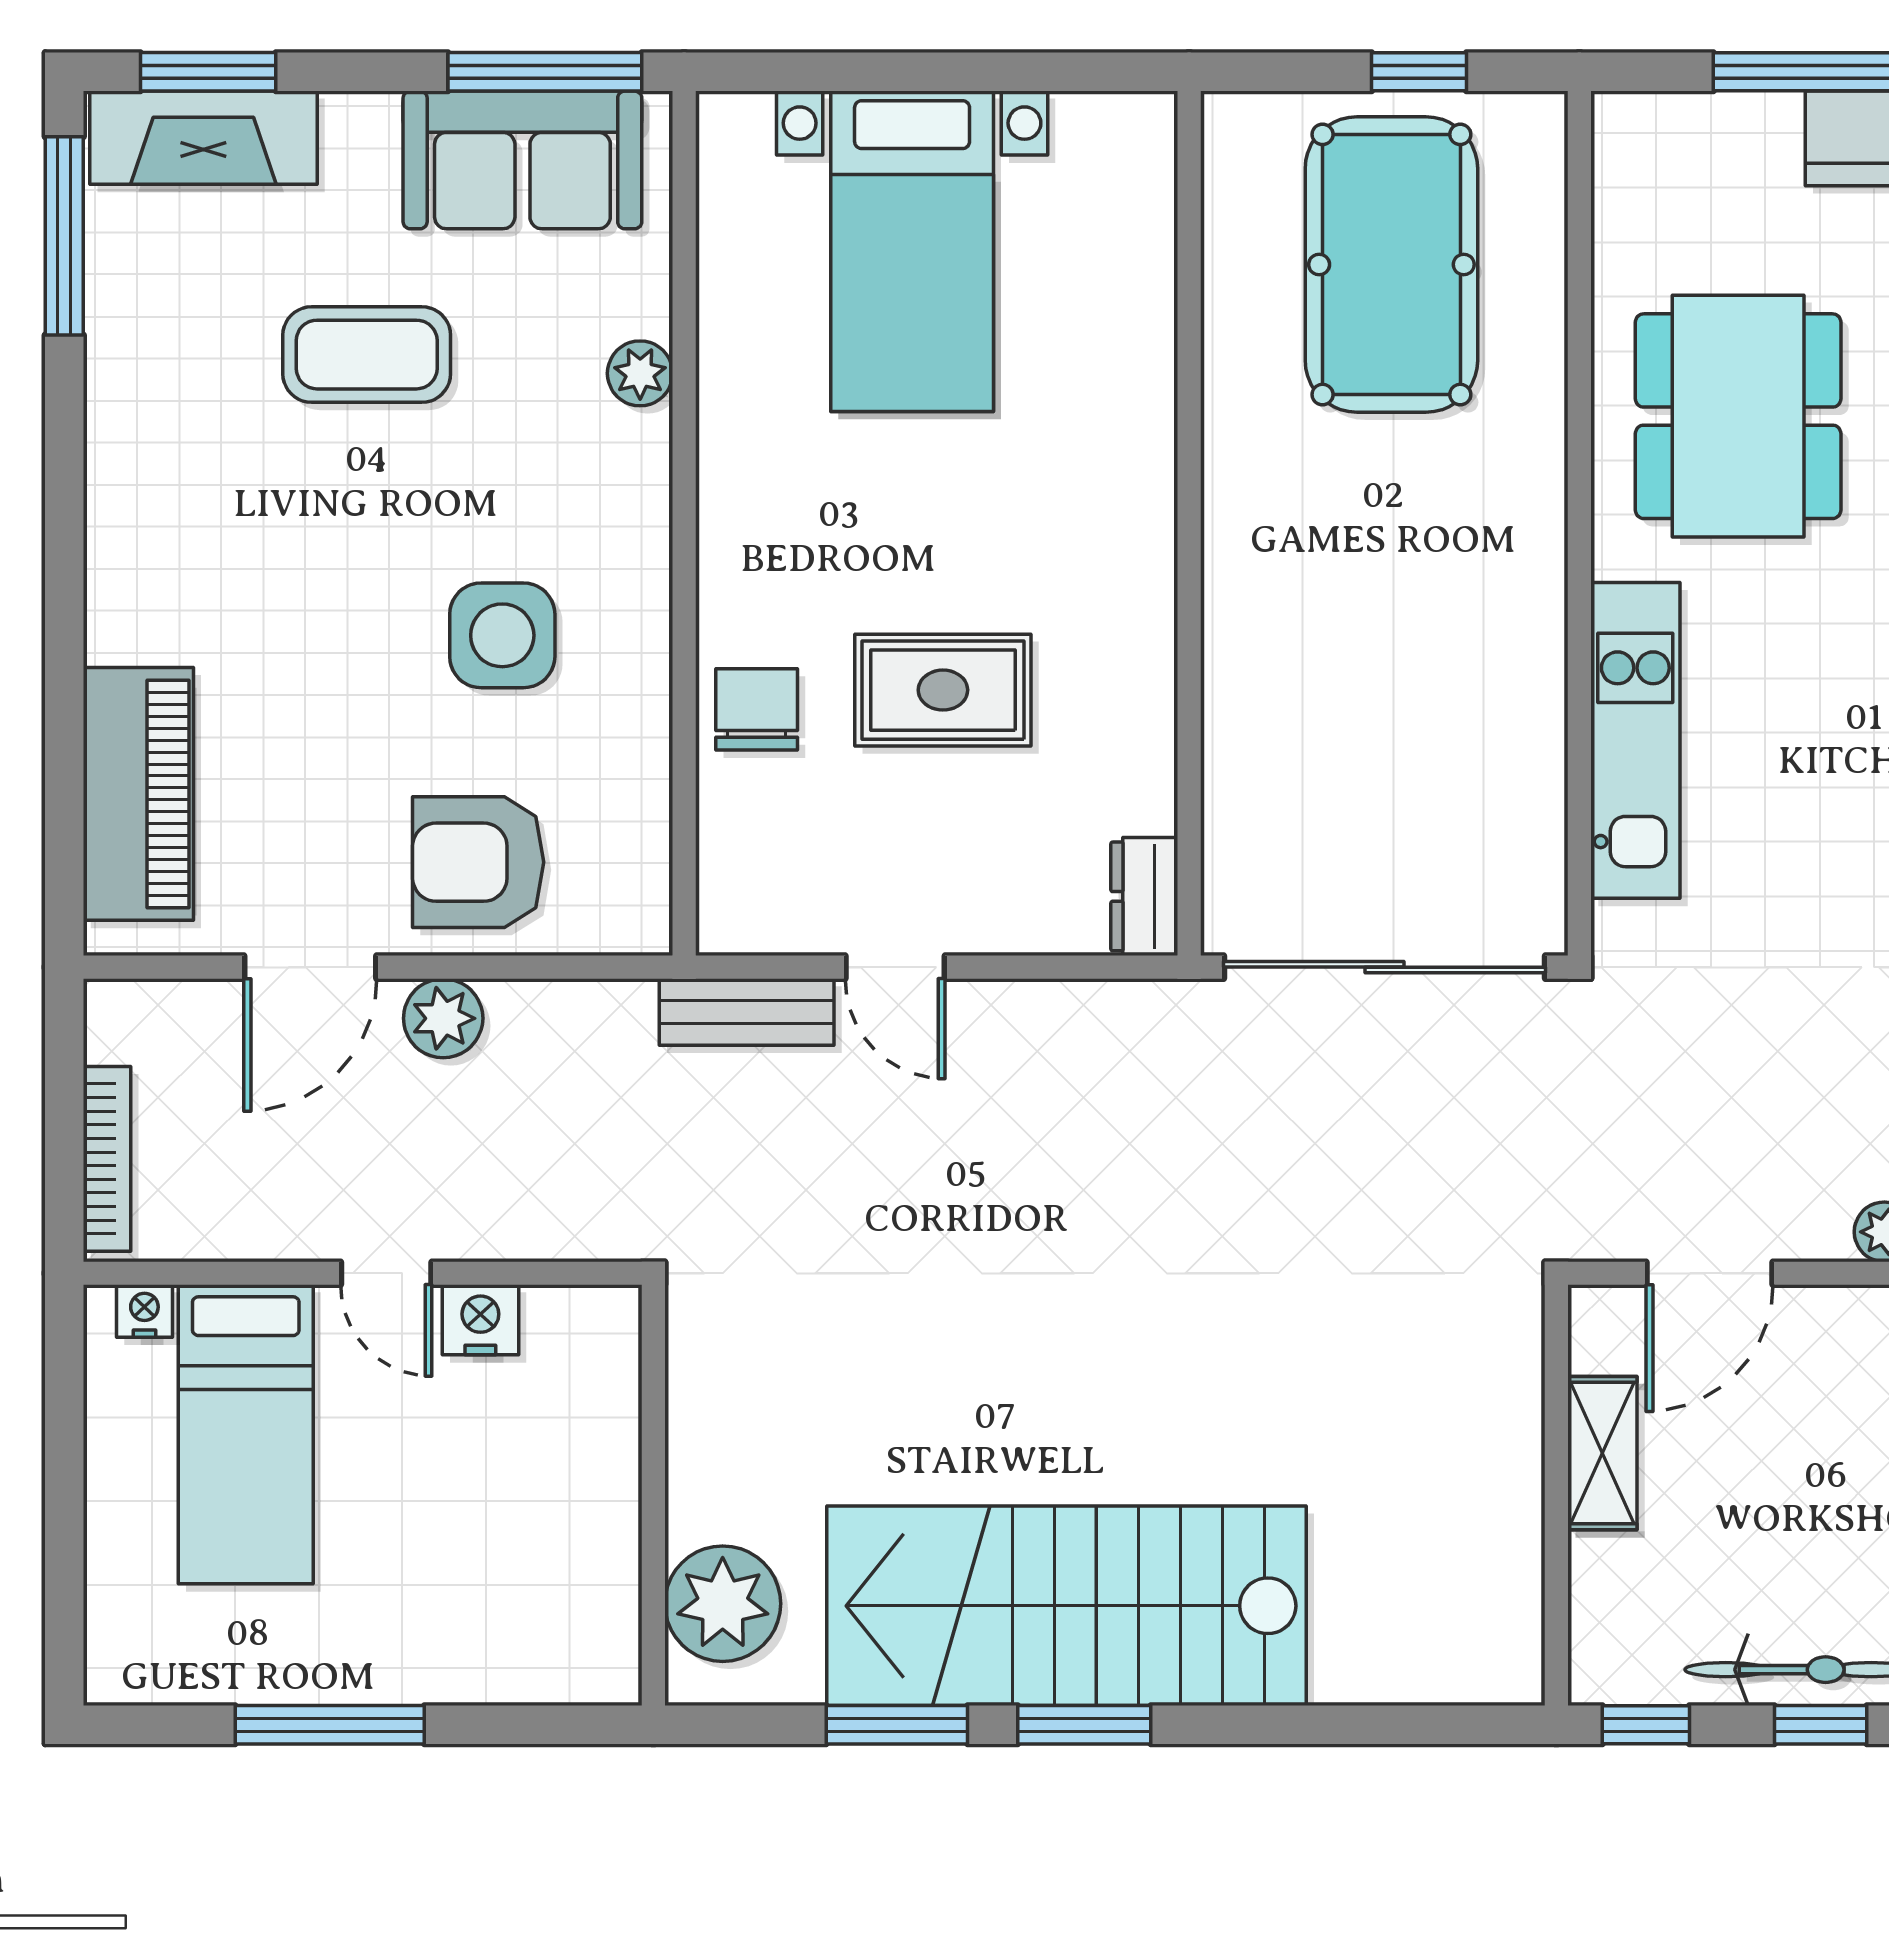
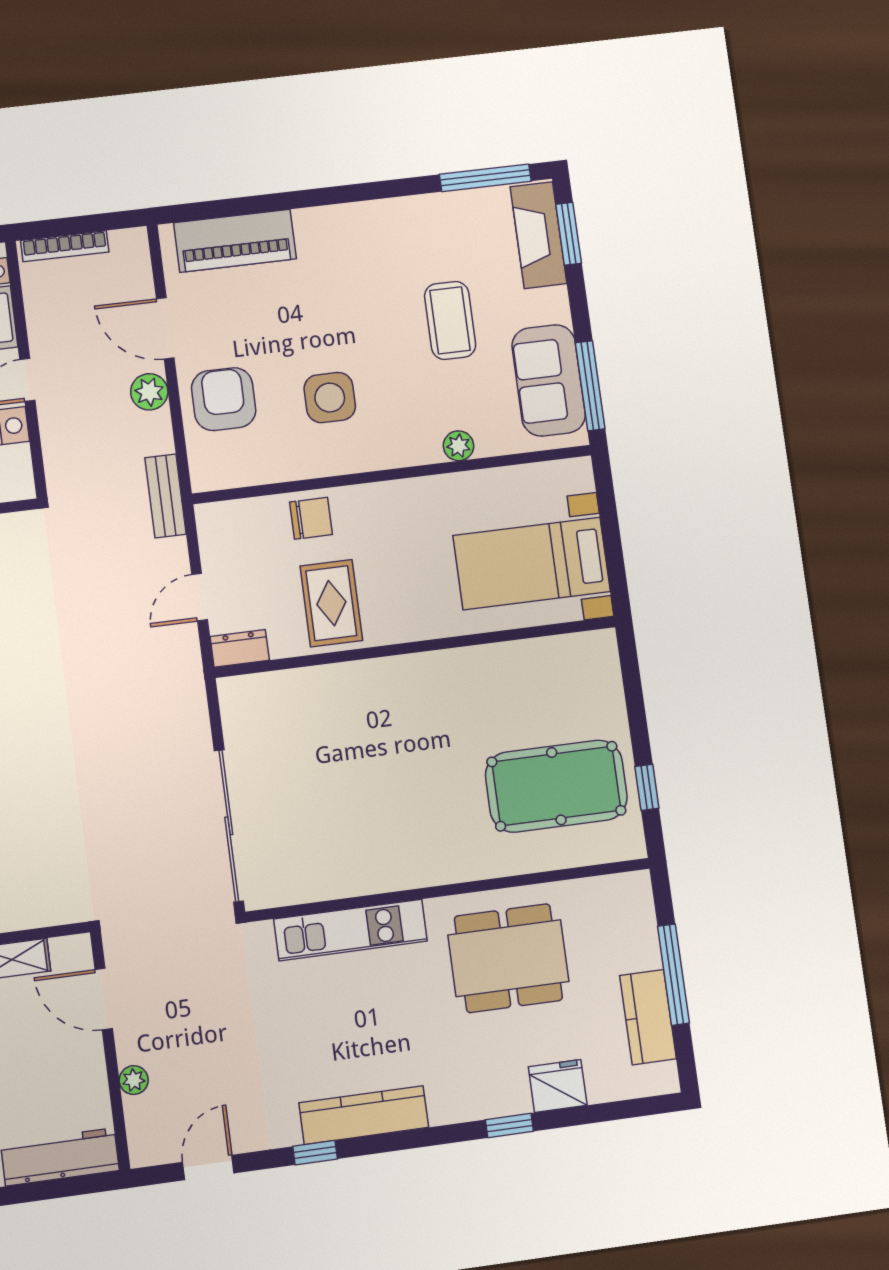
wall: (1189, 523) -> (416, 647), moved
dresser: (1144, 896) -> (240, 648), moved
bench: (747, 1012) -> (165, 496), moved

